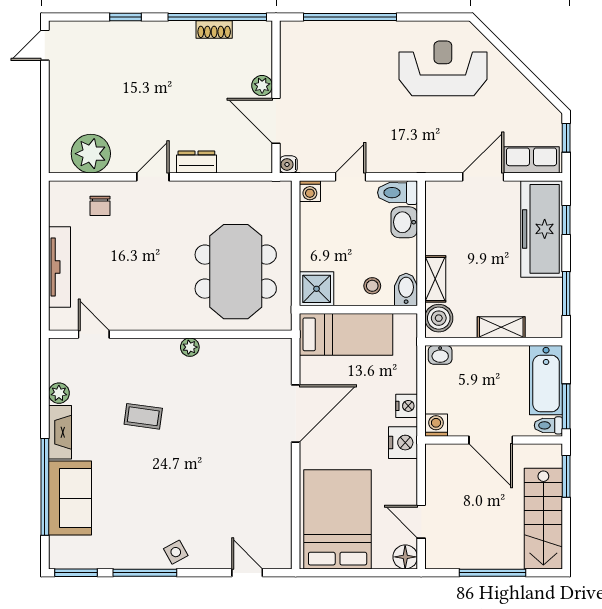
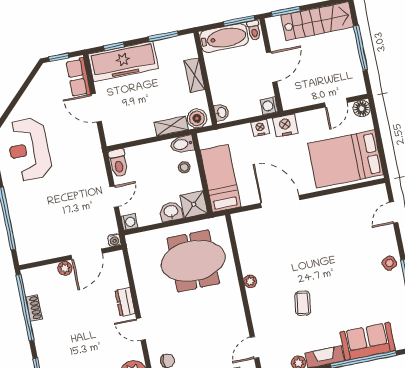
door: (351, 177) -> (114, 197), swing flipped
washbasin: (404, 222) -> (171, 212), moved, turned 180

